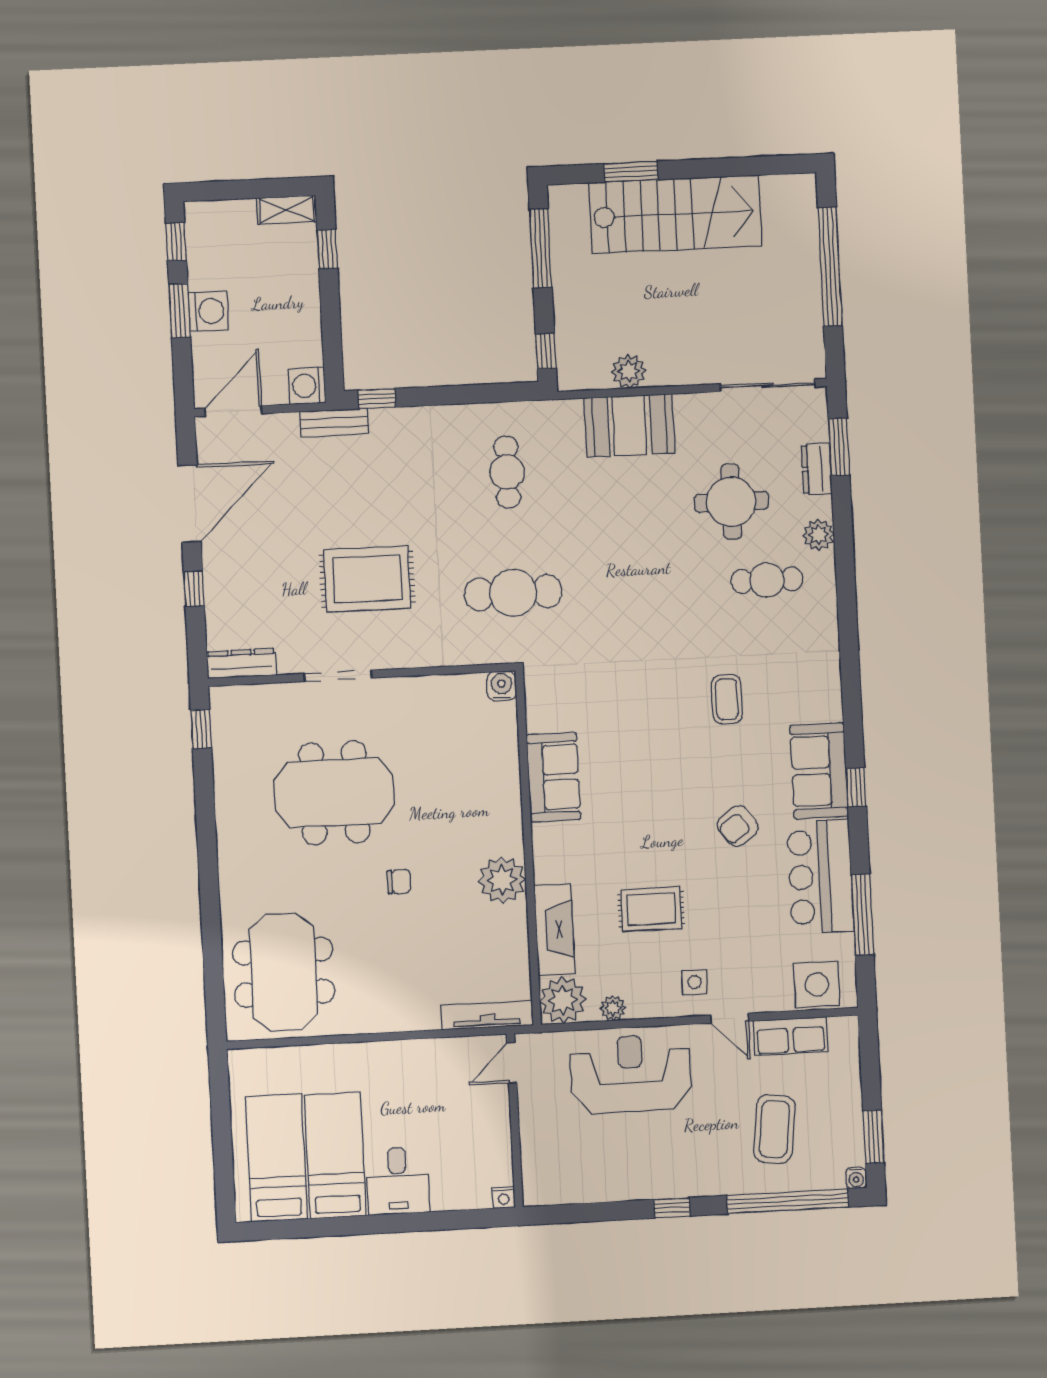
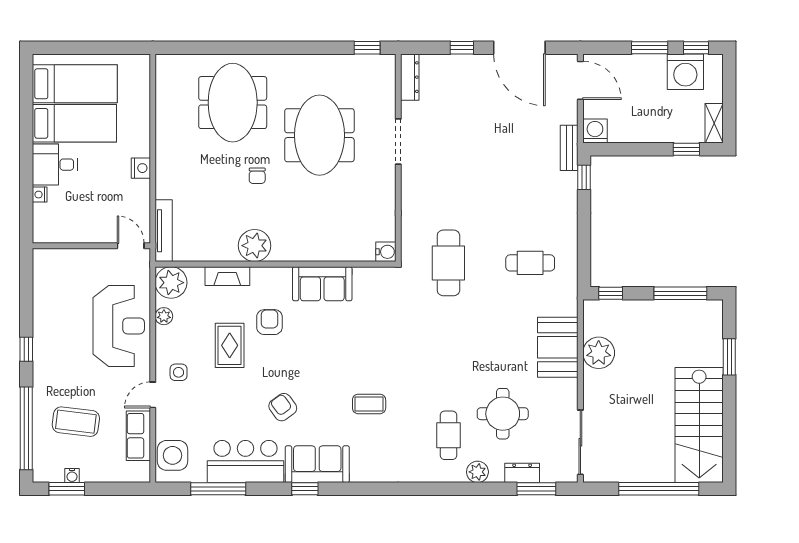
stairs: (675, 214) -> (699, 425), moved
washing machine: (208, 311) -> (685, 72), moved, width x1.37, depth x1.37
plant: (629, 371) -> (599, 353), width x1.36, depth x1.36
rug: (367, 579) -> (463, 165), removed
armchair: (614, 852) -> (269, 322), added
fireplace: (554, 930) -> (227, 276), width x0.73, depth x0.76
meeting table: (284, 972) -> (233, 103), moved, turned 90
nightstand: (396, 1054) -> (141, 168), added
water cooler: (856, 1178) -> (72, 476), moved, turned -90
nightstand: (504, 1197) -> (40, 195), moved

